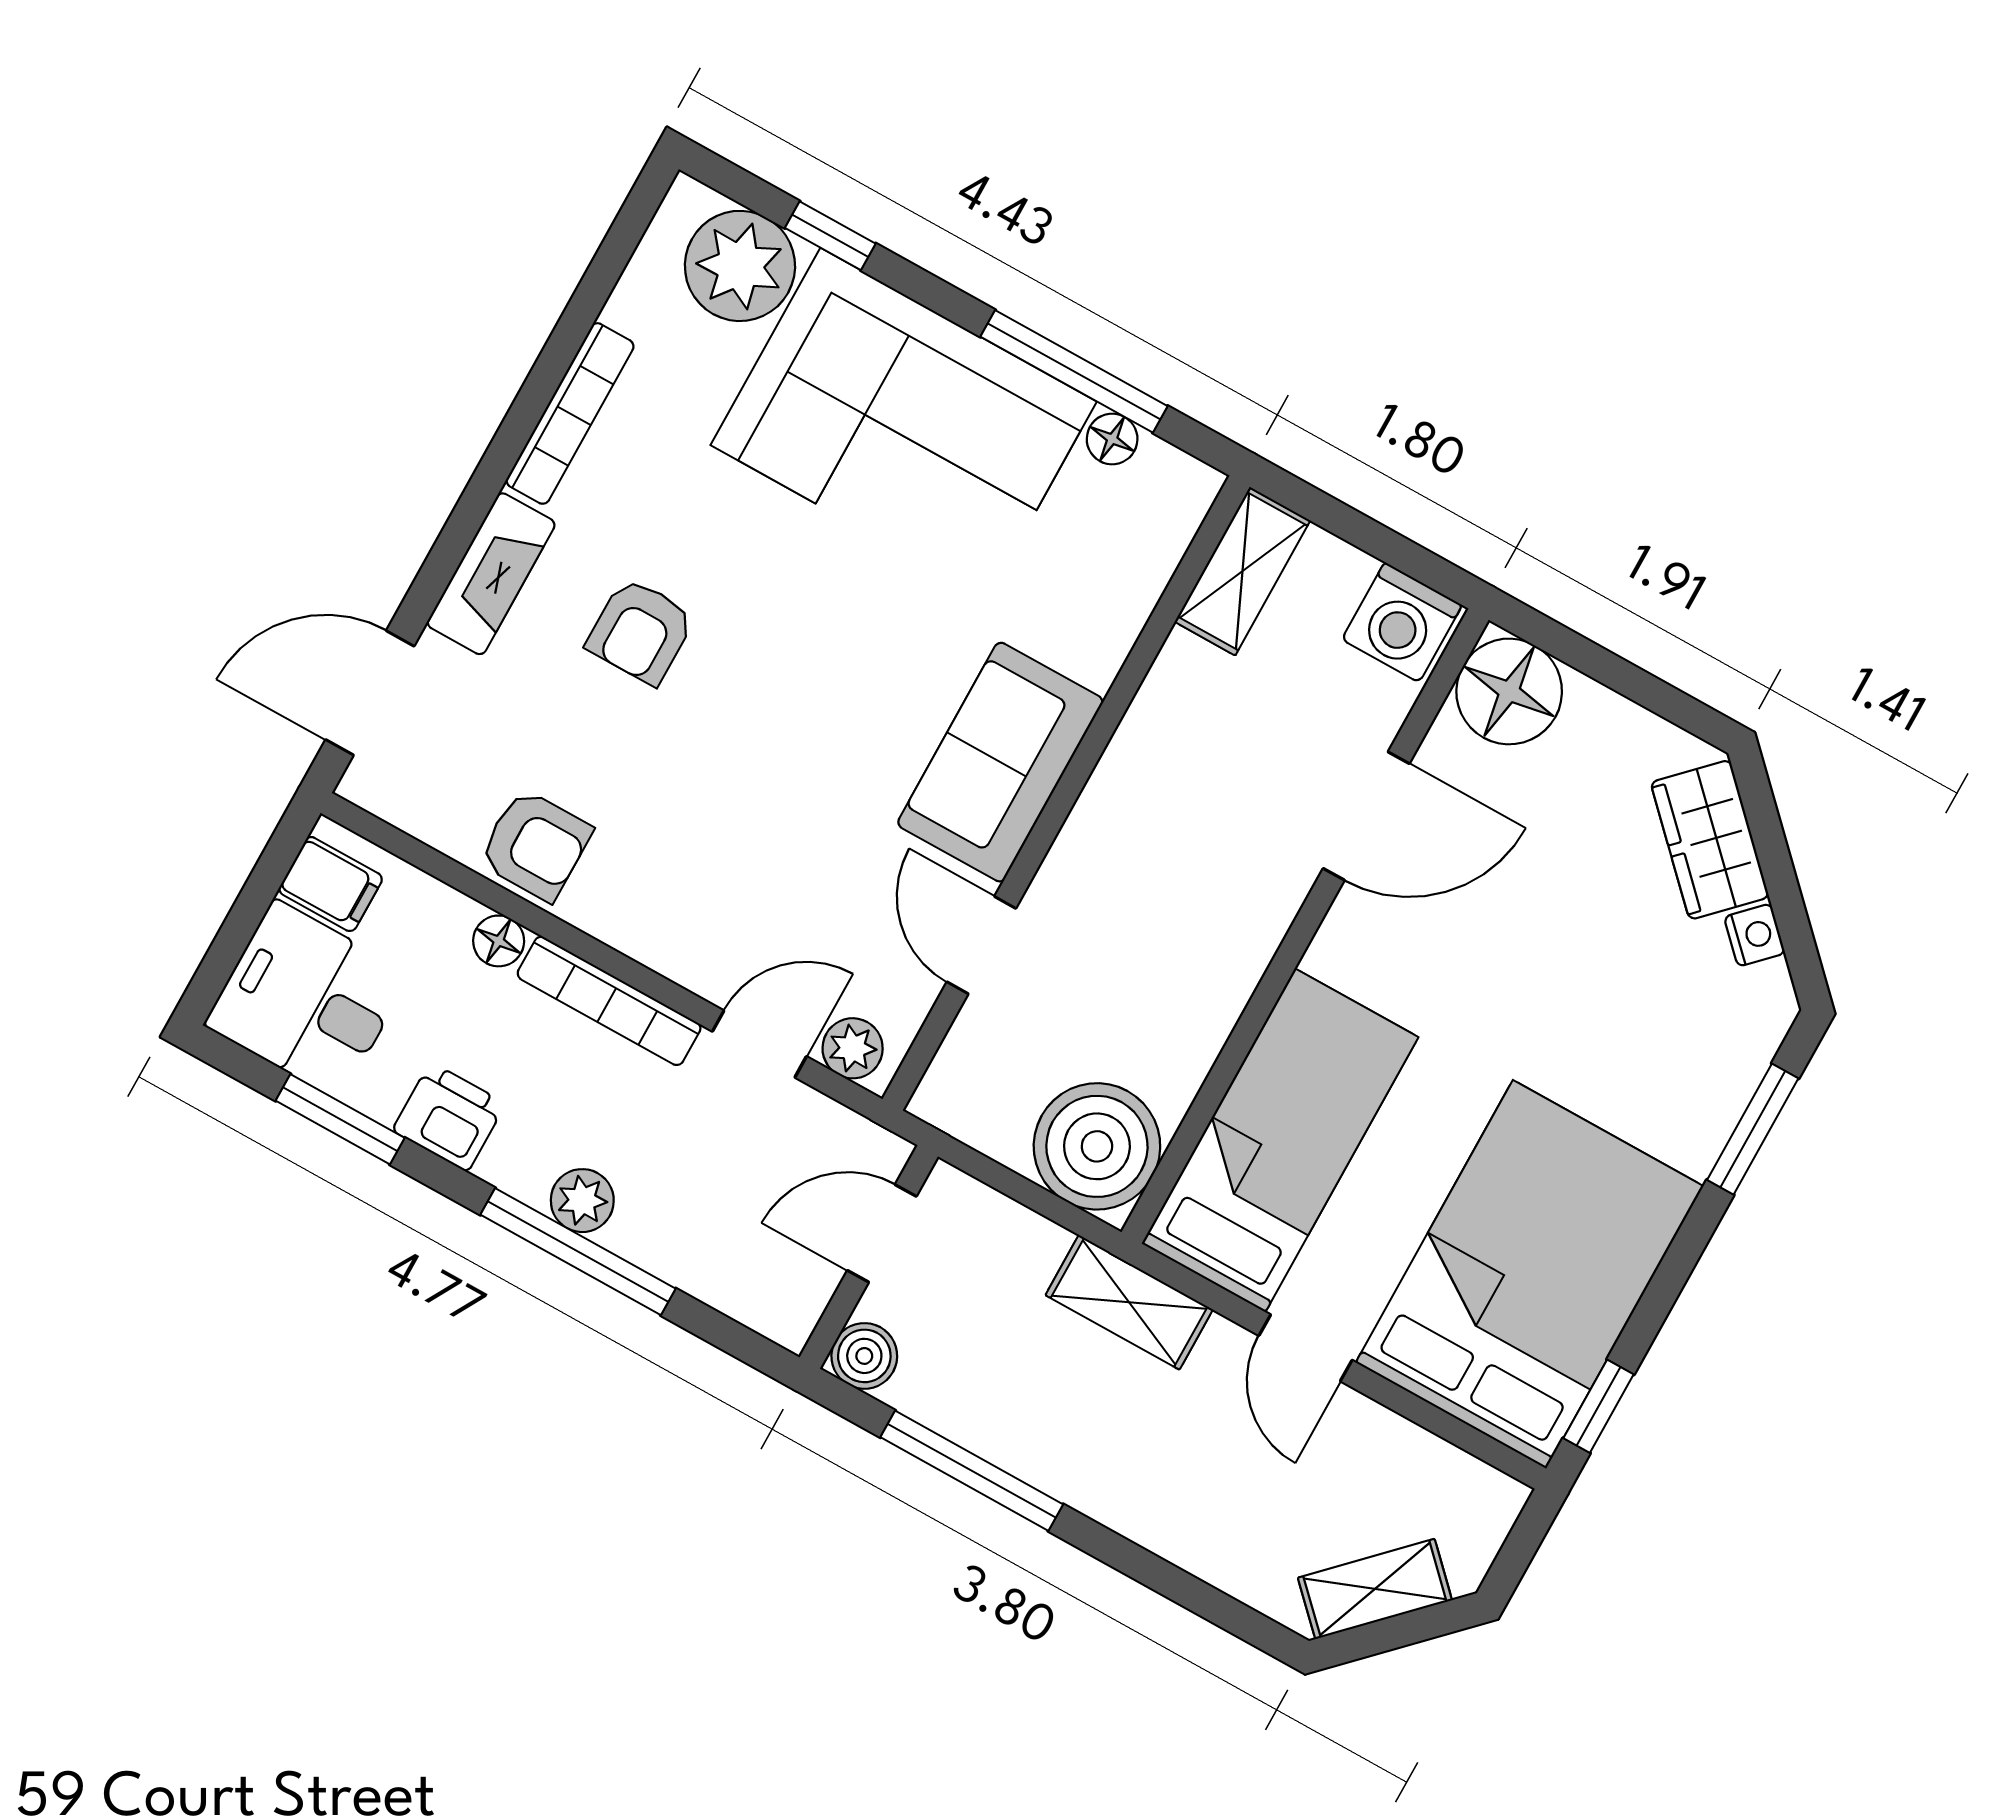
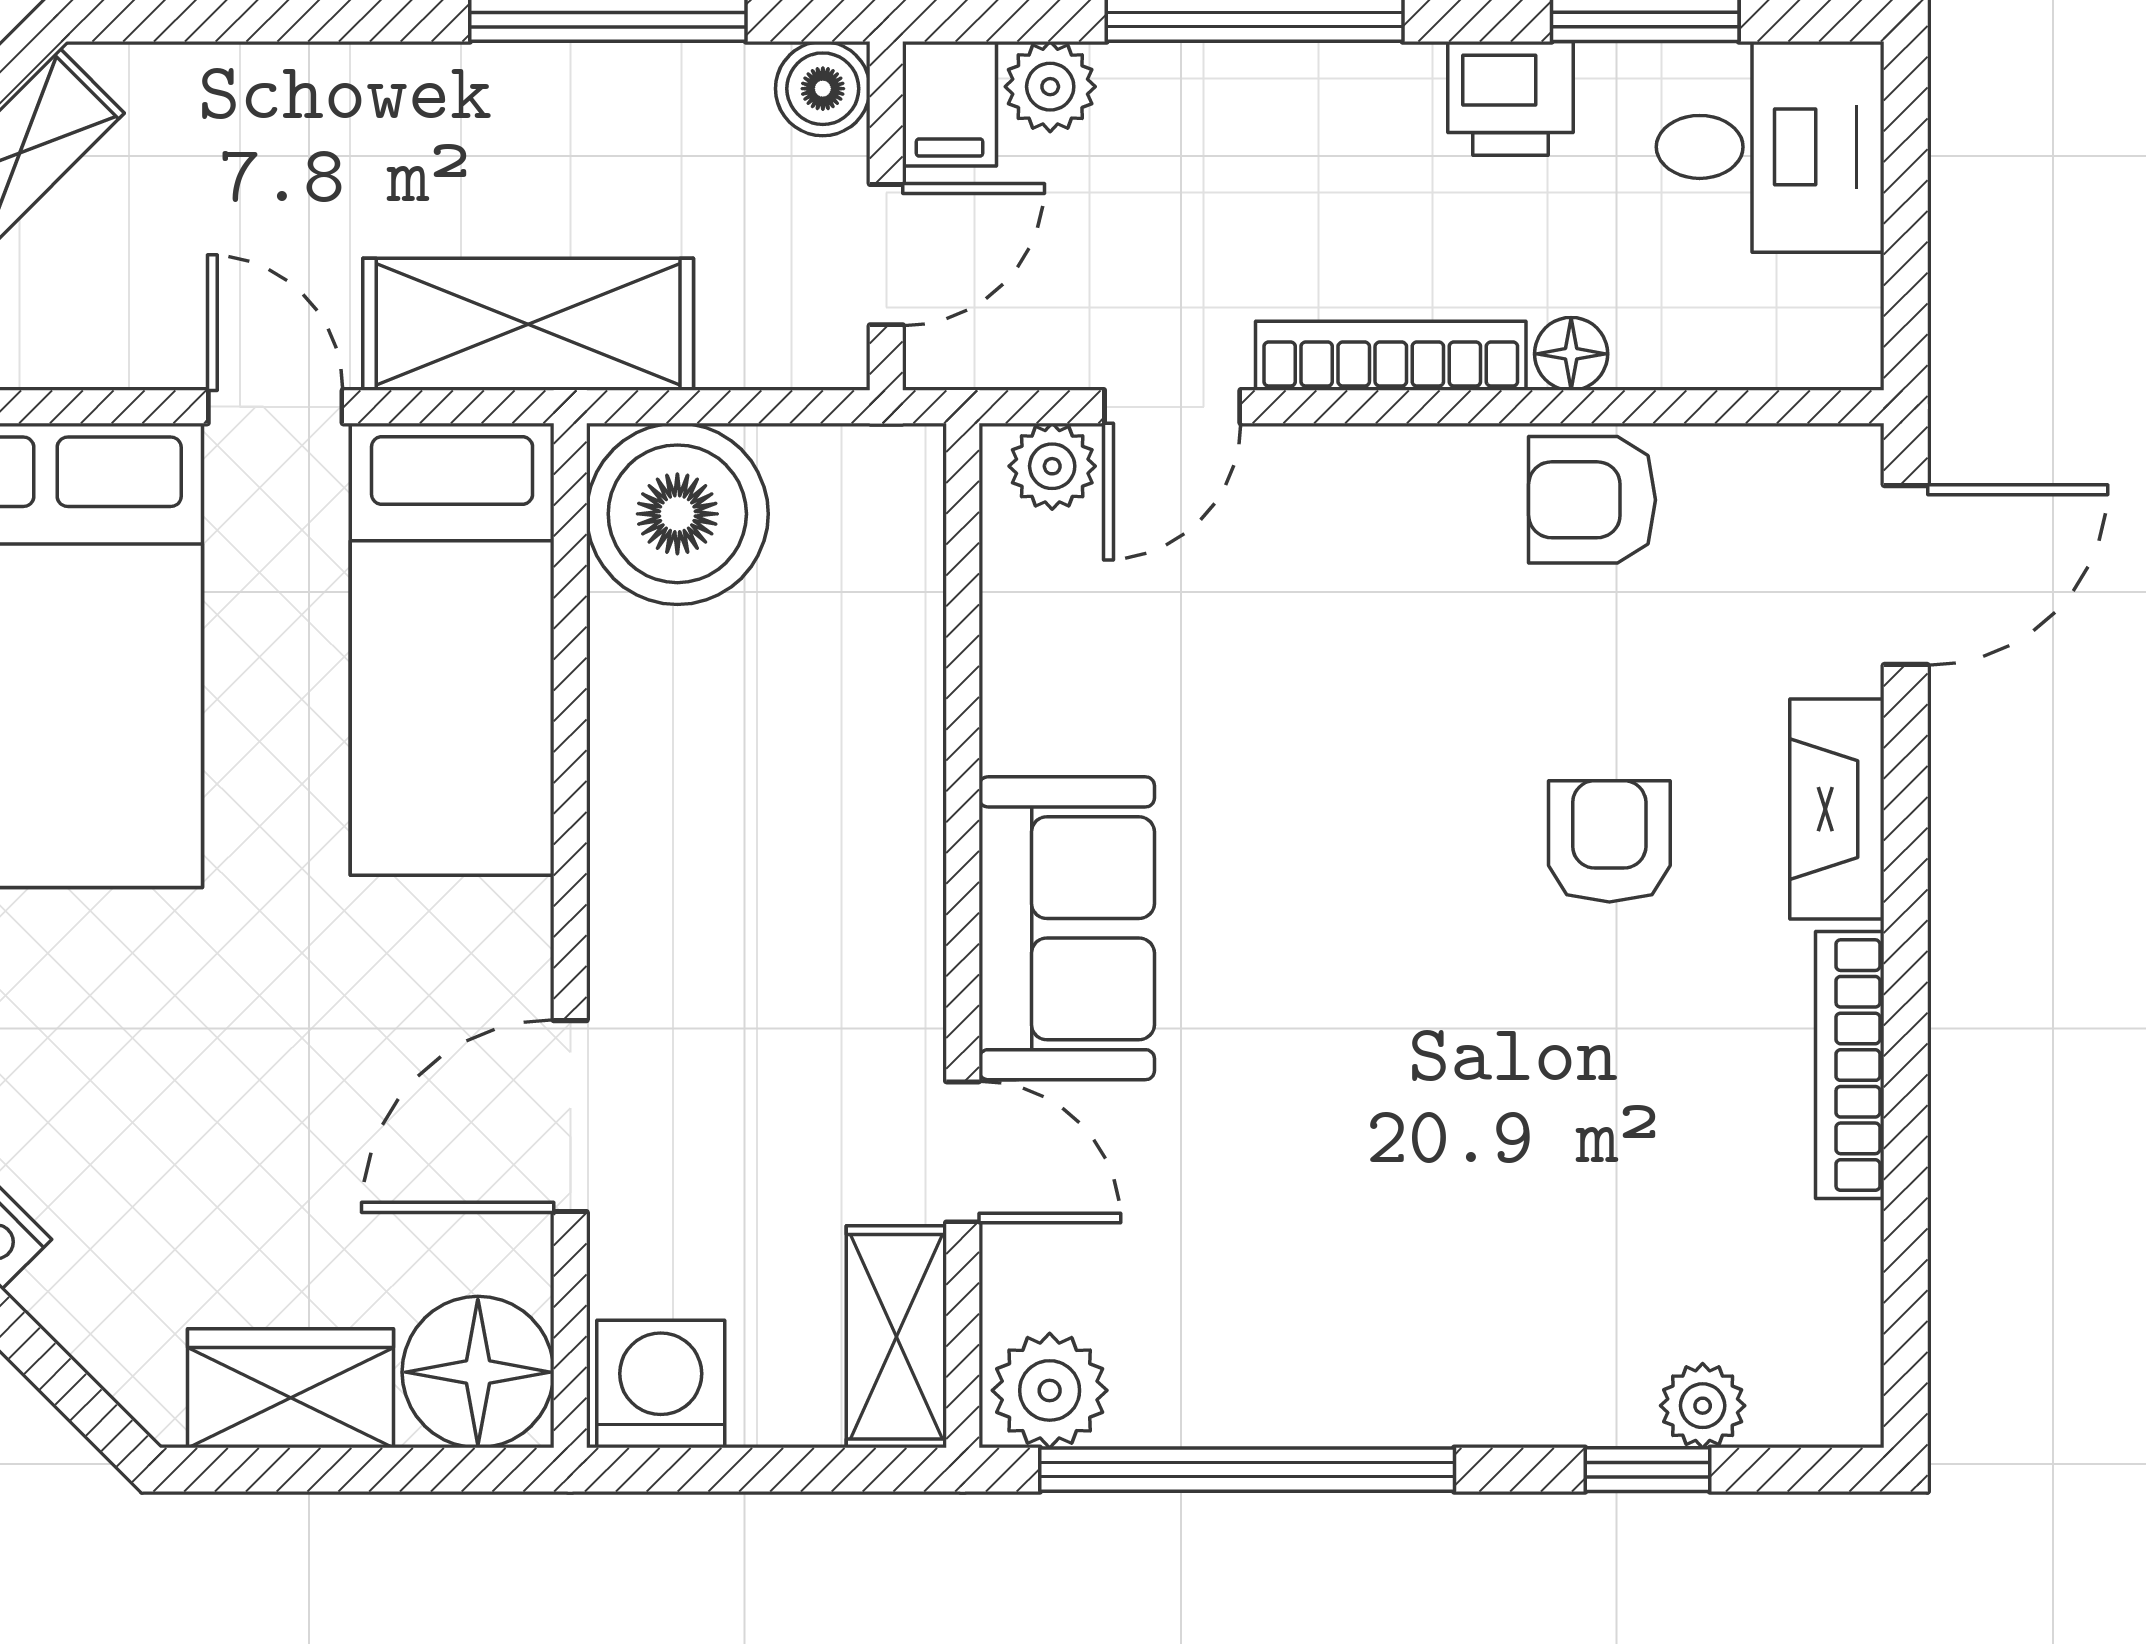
plant: (740, 266) -> (1703, 1406), width x0.53, depth x0.53
window: (1074, 371) -> (1247, 1470), width x1.46
corner sofa: (904, 423) -> (1424, 1286), removed
floor lamp: (1112, 439) -> (1152, 1412), removed
plant: (1167, 487) -> (1050, 1390), added
wardrobe: (1710, 840) -> (291, 1388), moved, turned -45
filing cabinet: (331, 884) -> (950, 104), moved, turned -90
door: (981, 945) -> (963, 1152), moved
plant: (582, 1201) -> (1050, 87), moved
shelving: (1129, 1302) -> (528, 324), width x1.50, depth x1.33

